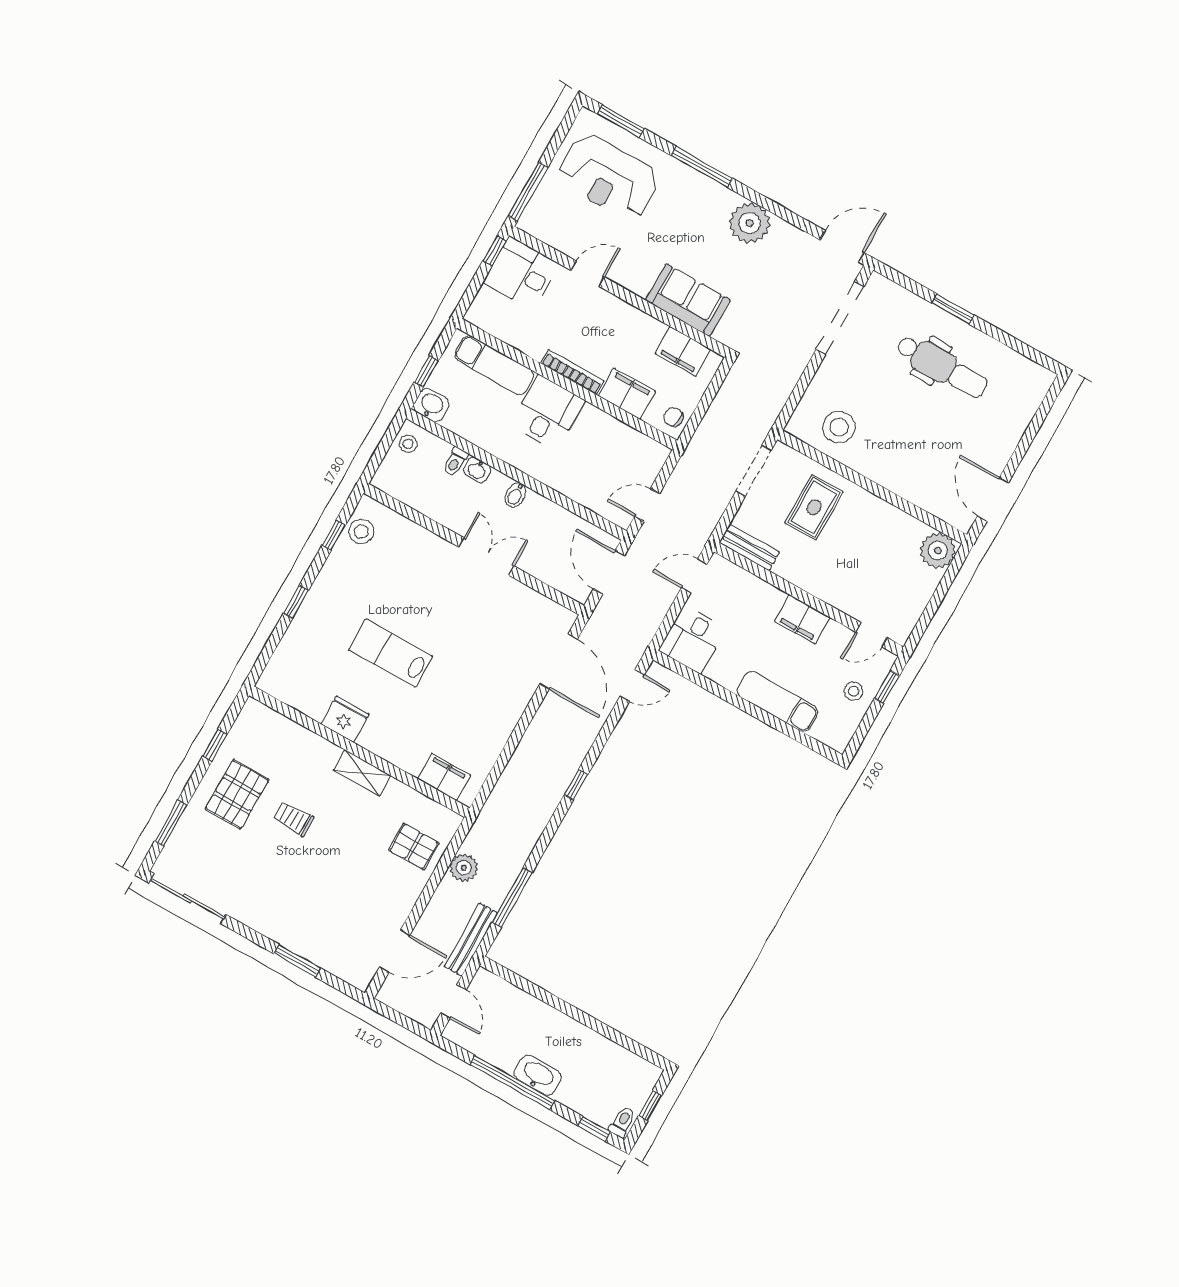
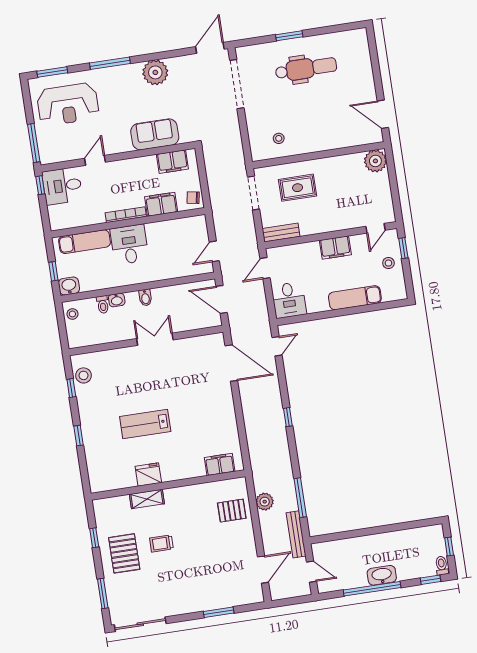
stool: (839, 427) -> (279, 138), width x0.53, depth x0.53
rug: (814, 507) -> (298, 188), turned 90
shelving: (362, 773) -> (147, 499), moved

